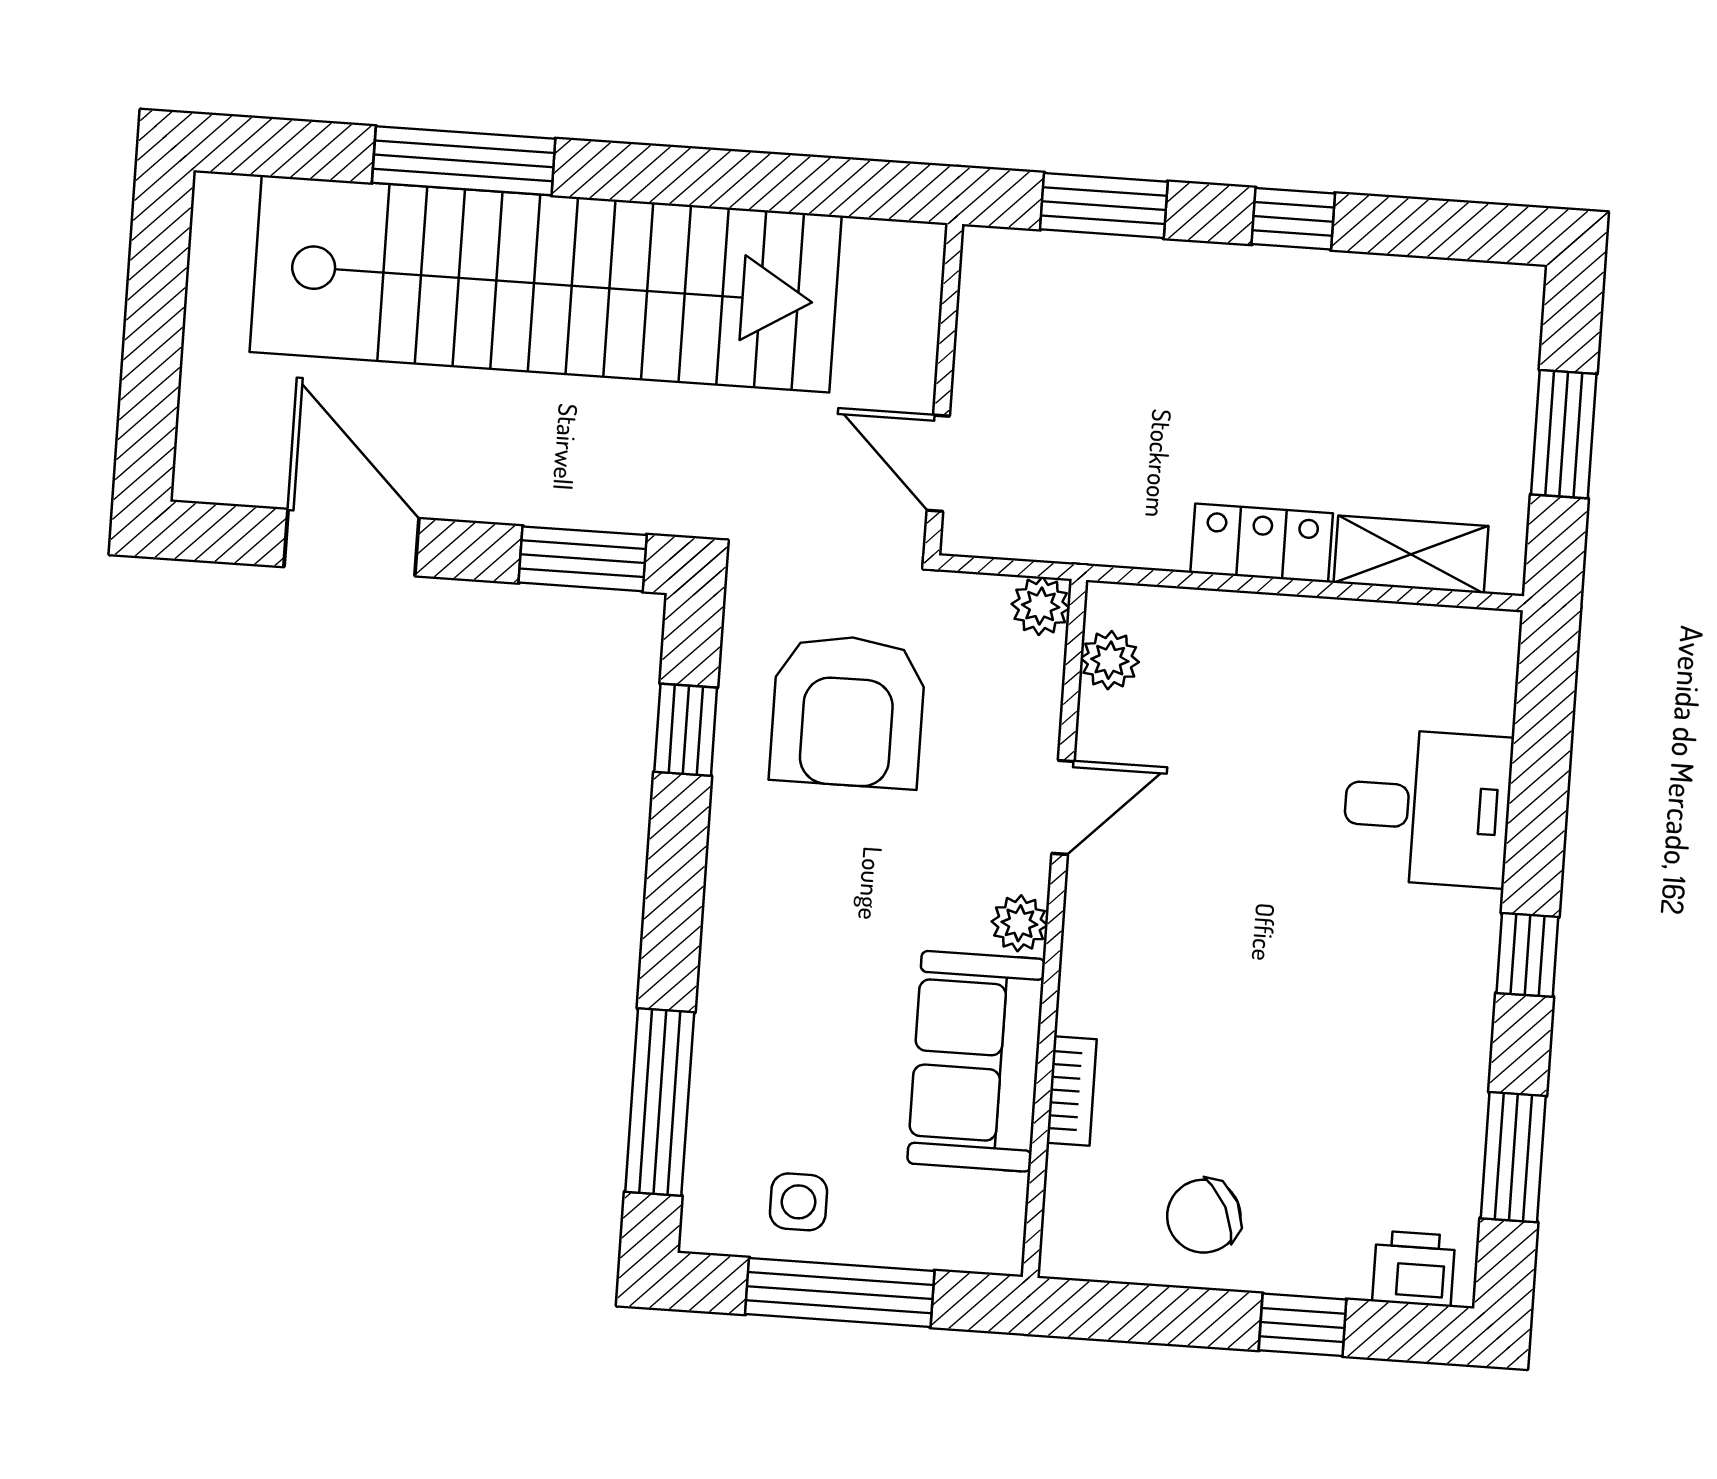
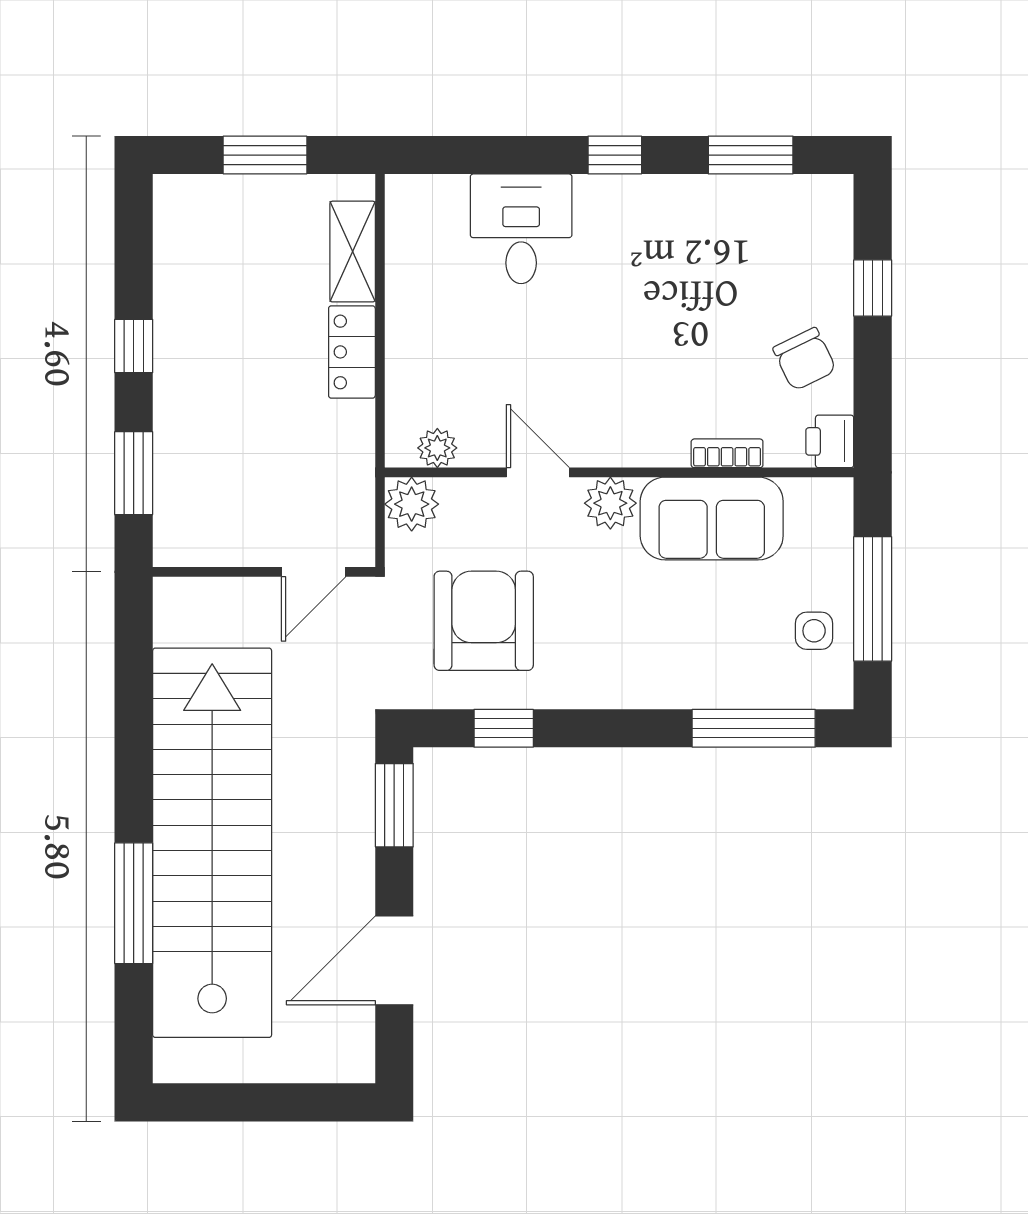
plant: (1041, 606) -> (412, 504), width x1.38, depth x1.38
armchair: (848, 711) -> (484, 621), turned -90
plant: (1019, 923) -> (610, 503), width x1.38, depth x1.38
printer: (1414, 1269) -> (830, 441), moved

